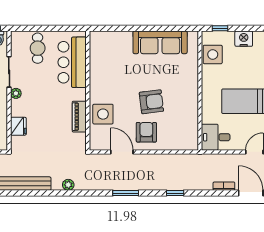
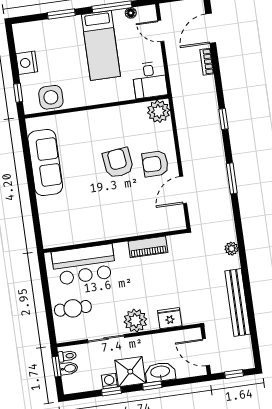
plant: (16, 93) -> (135, 321), width x1.87, depth x1.87
side table: (103, 114) -> (141, 219), removed
plant: (189, 141) -> (159, 111), added

